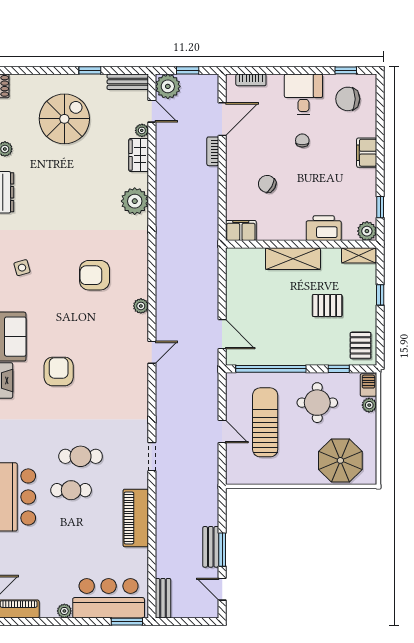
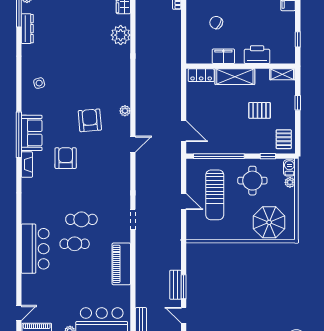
filing cabinet: (241, 230) -> (223, 56), moved
plant: (367, 231) -> (288, 57), removed
locker: (246, 257) -> (201, 75), added
armchair: (95, 275) -> (90, 120), moved, turned 85
sun lounger: (265, 422) -> (215, 195), turned 180

